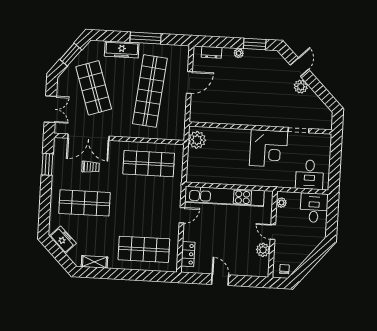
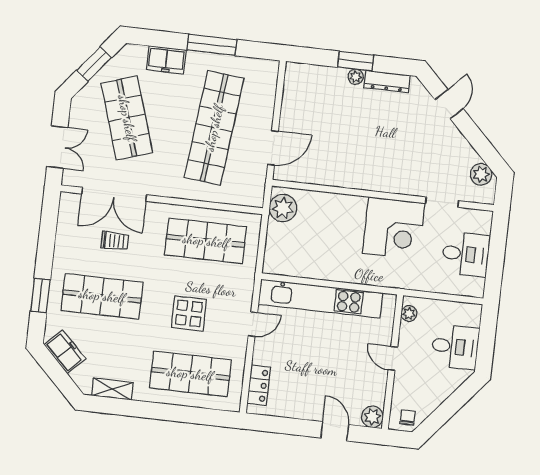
window: (255, 44) -> (356, 61), moved
freezer: (122, 50) -> (166, 60), width x0.71
dresser: (212, 52) -> (387, 81), moved, width x1.44
door: (189, 82) -> (273, 148), moved
plant: (301, 87) -> (481, 174), moved
window: (47, 164) -> (40, 295), moved
desk: (310, 175) -> (466, 254), moved, turned -90
desk: (314, 208) -> (455, 347), moved, turned 90
display table: (141, 211) -> (189, 313), added
plant: (263, 250) -> (372, 417), moved
door: (220, 280) -> (335, 431), moved

